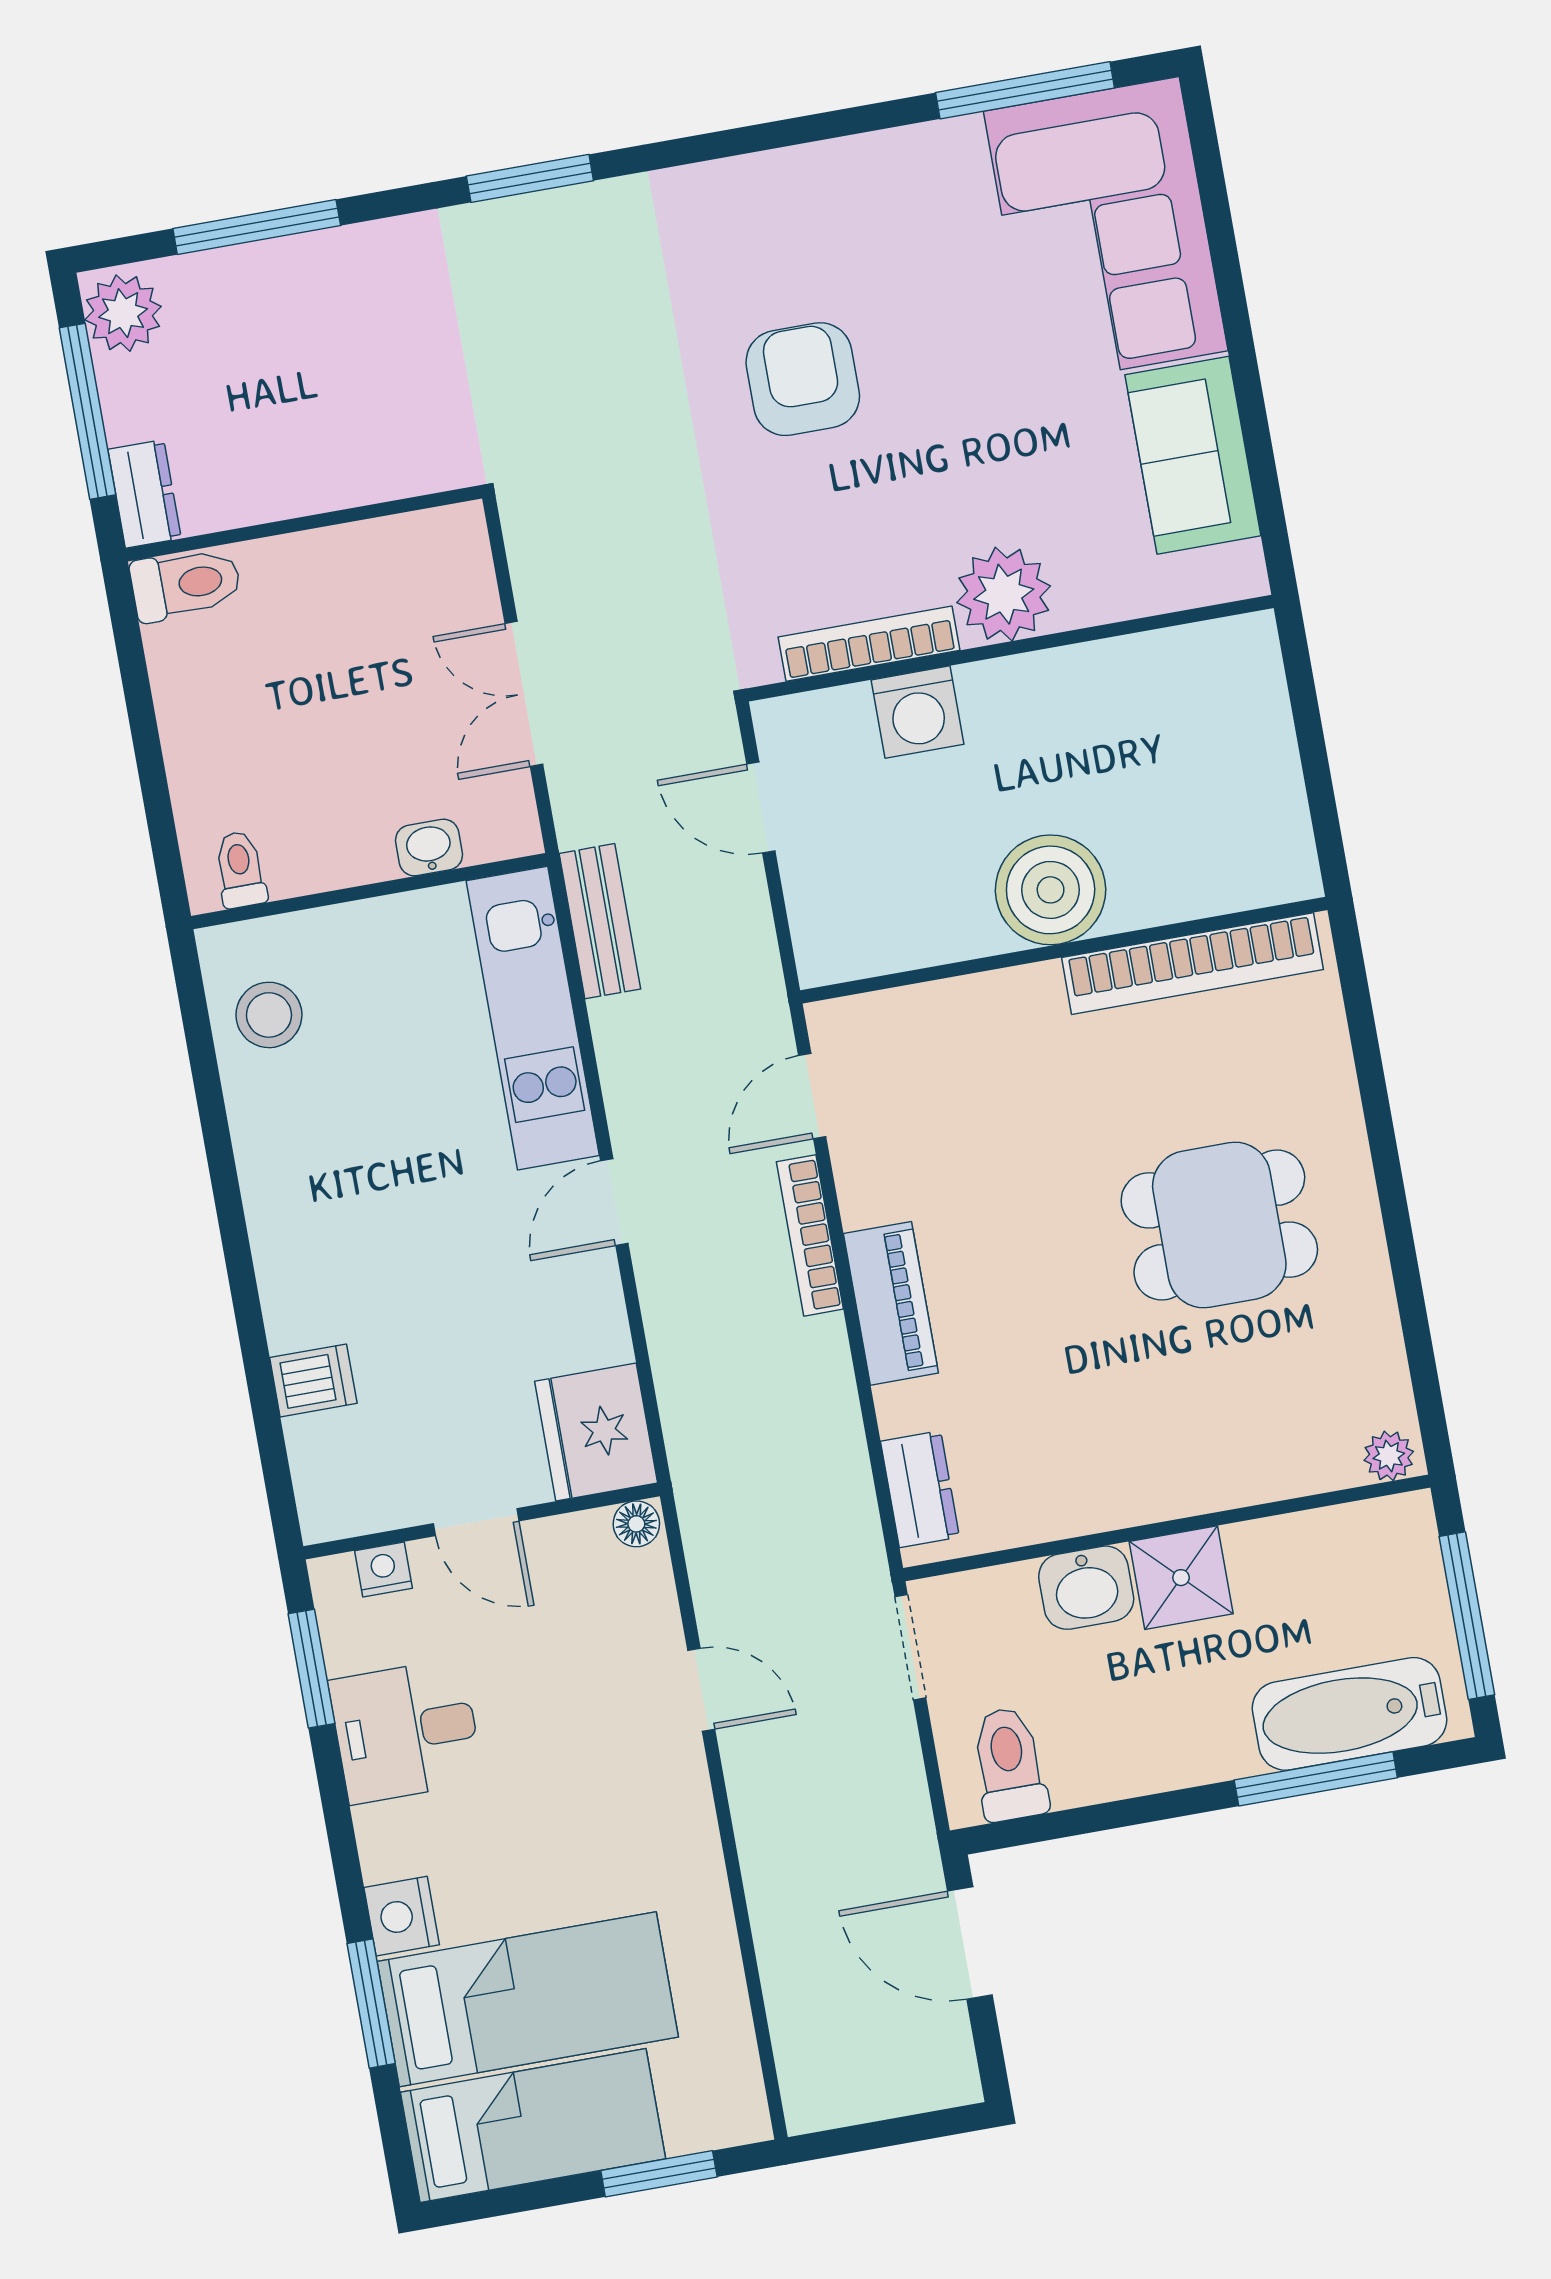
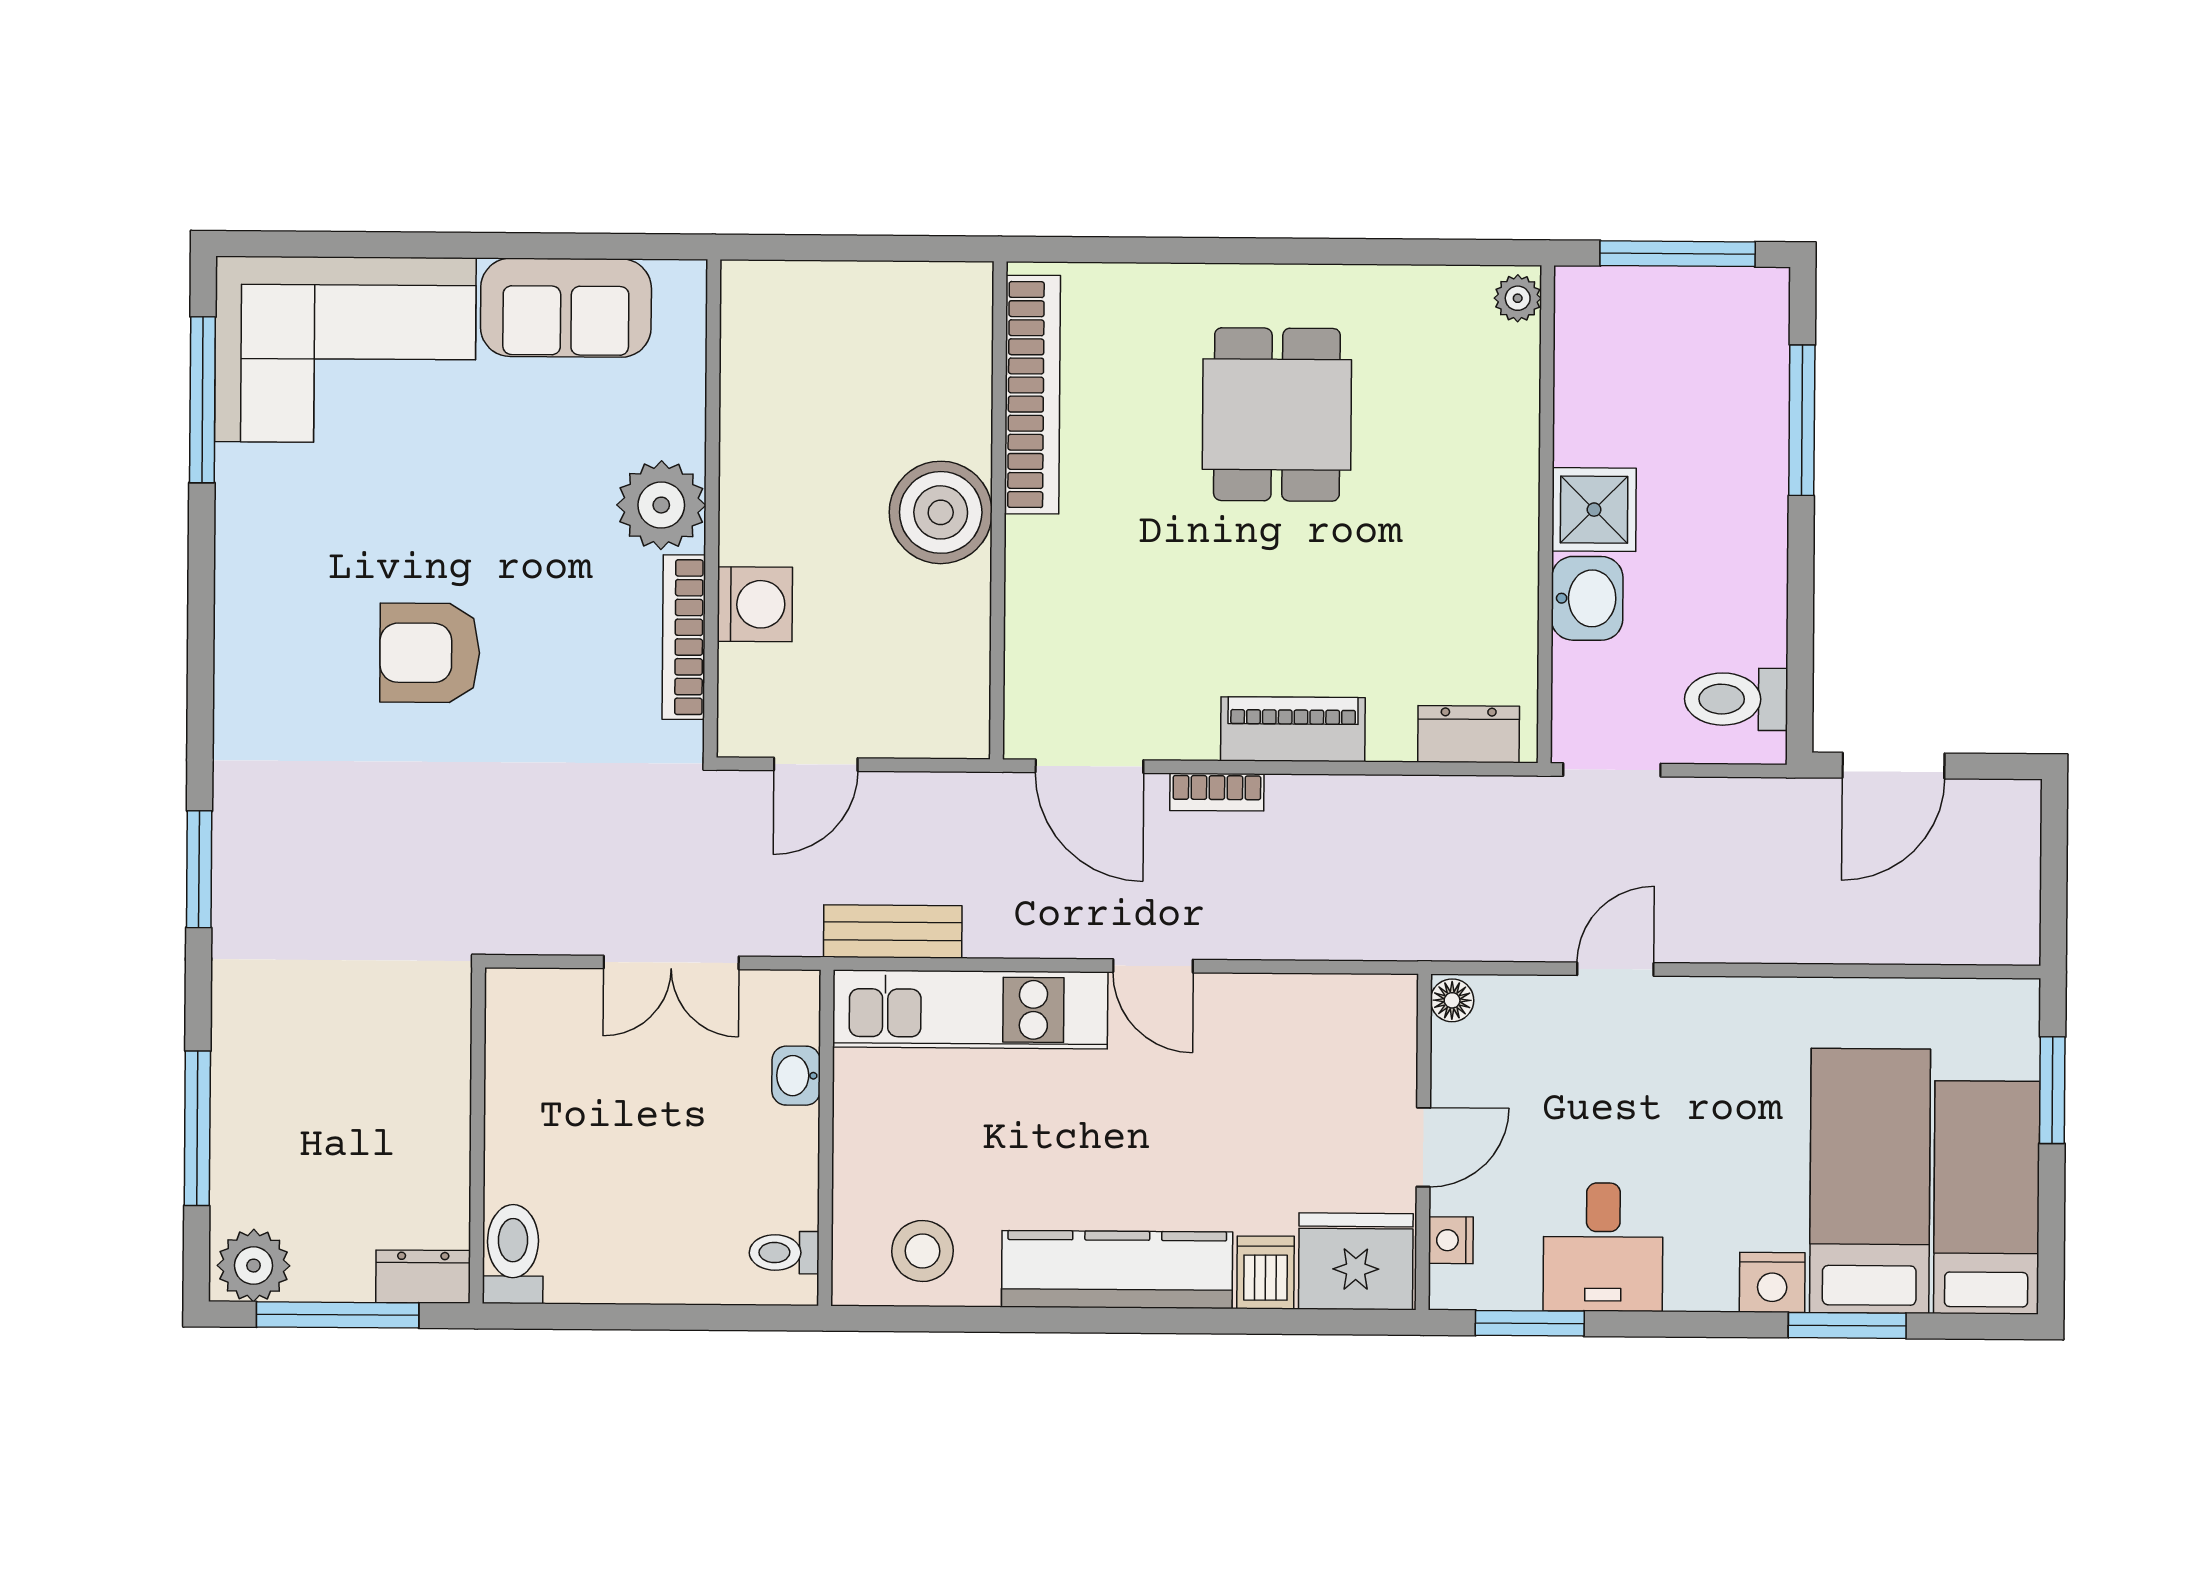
door: (812, 1096) -> (1089, 766), width x1.38
kitchen counter: (287, 1223) -> (1117, 1269), added
bookcase: (810, 1235) -> (1217, 792), width x0.64
fridge: (596, 1432) -> (1356, 1261), moved, turned 180
bathtub: (1350, 1714) -> (1748, 378), removed

